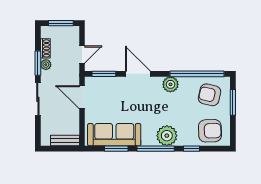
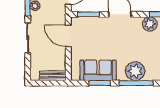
sofa: (114, 135) -> (98, 70), width x0.73
plant: (167, 136) -> (135, 71), moved

